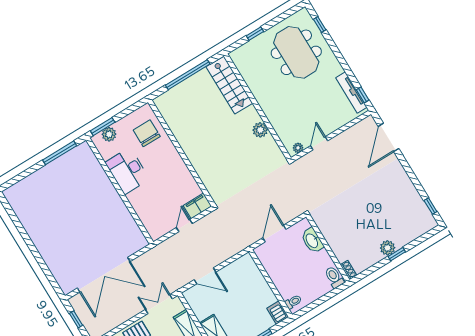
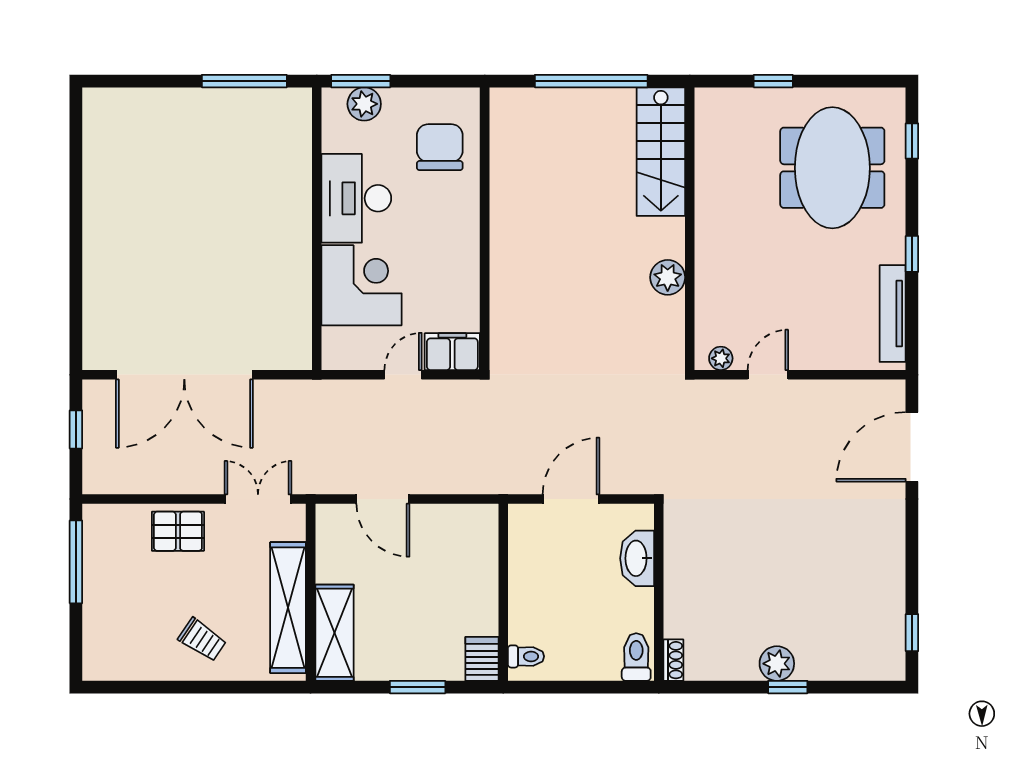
window: (363, 95) -> (912, 254), moved
corner desk: (149, 202) -> (362, 285), added

